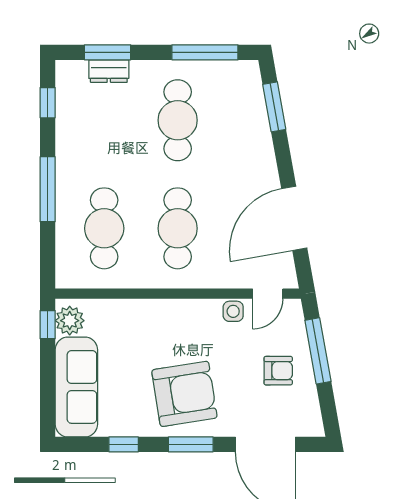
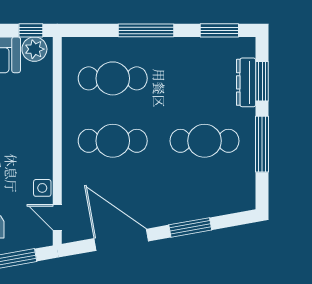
window: (205, 52) -> (262, 144), moved
dresser: (109, 71) -> (246, 82), width x1.44
window: (48, 103) -> (219, 30), width x1.50
window: (274, 107) -> (190, 227), moved

